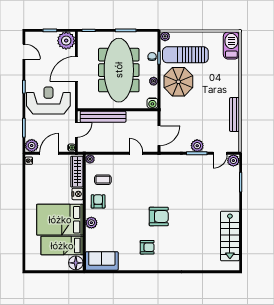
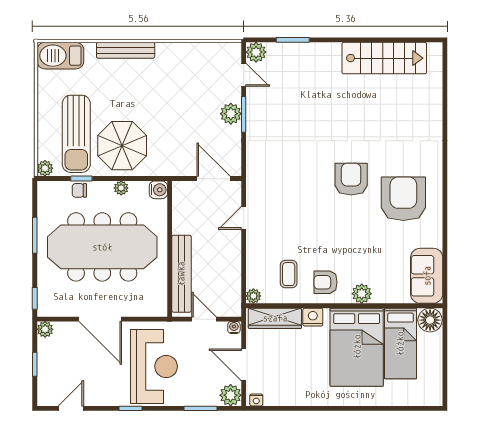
plant: (66, 41) -> (45, 329), width x0.53, depth x0.53
reception desk: (48, 101) -> (154, 367), turned 180
bench: (235, 115) -> (126, 50), moved
armchair: (147, 247) -> (403, 199), width x1.88, depth x1.88

